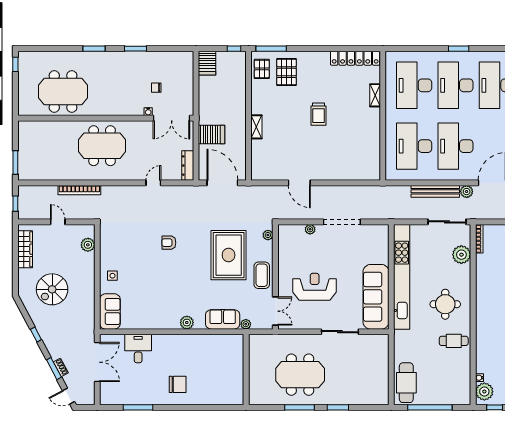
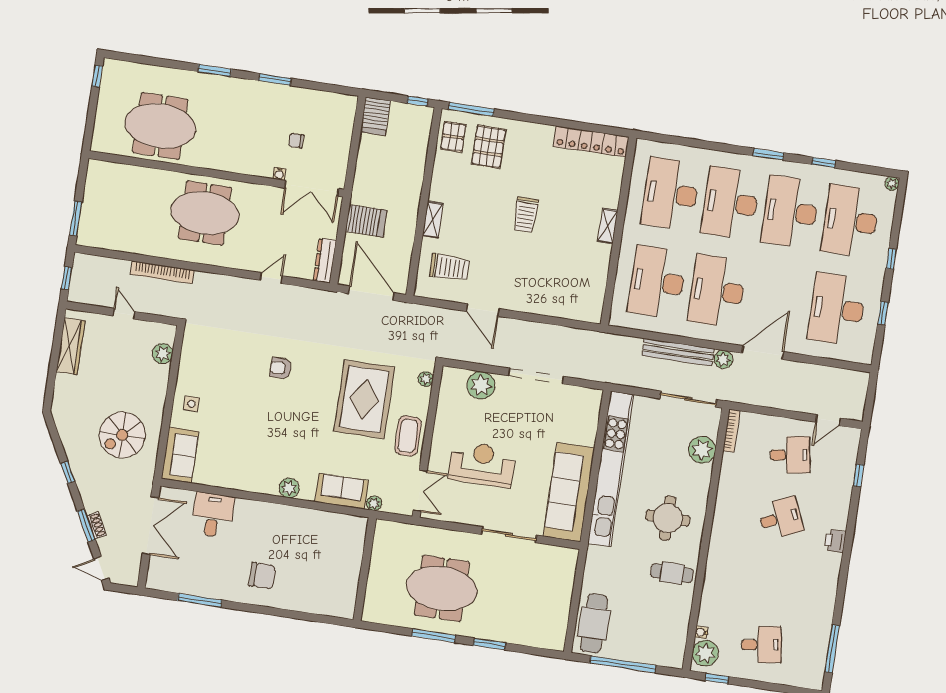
window: (459, 49) -> (768, 154), moved
shelving: (375, 95) -> (608, 226), moved
trolley: (273, 157) -> (450, 267), added
plant: (310, 229) -> (481, 385), width x1.87, depth x1.87
spiral stairs: (52, 289) -> (122, 435), moved

